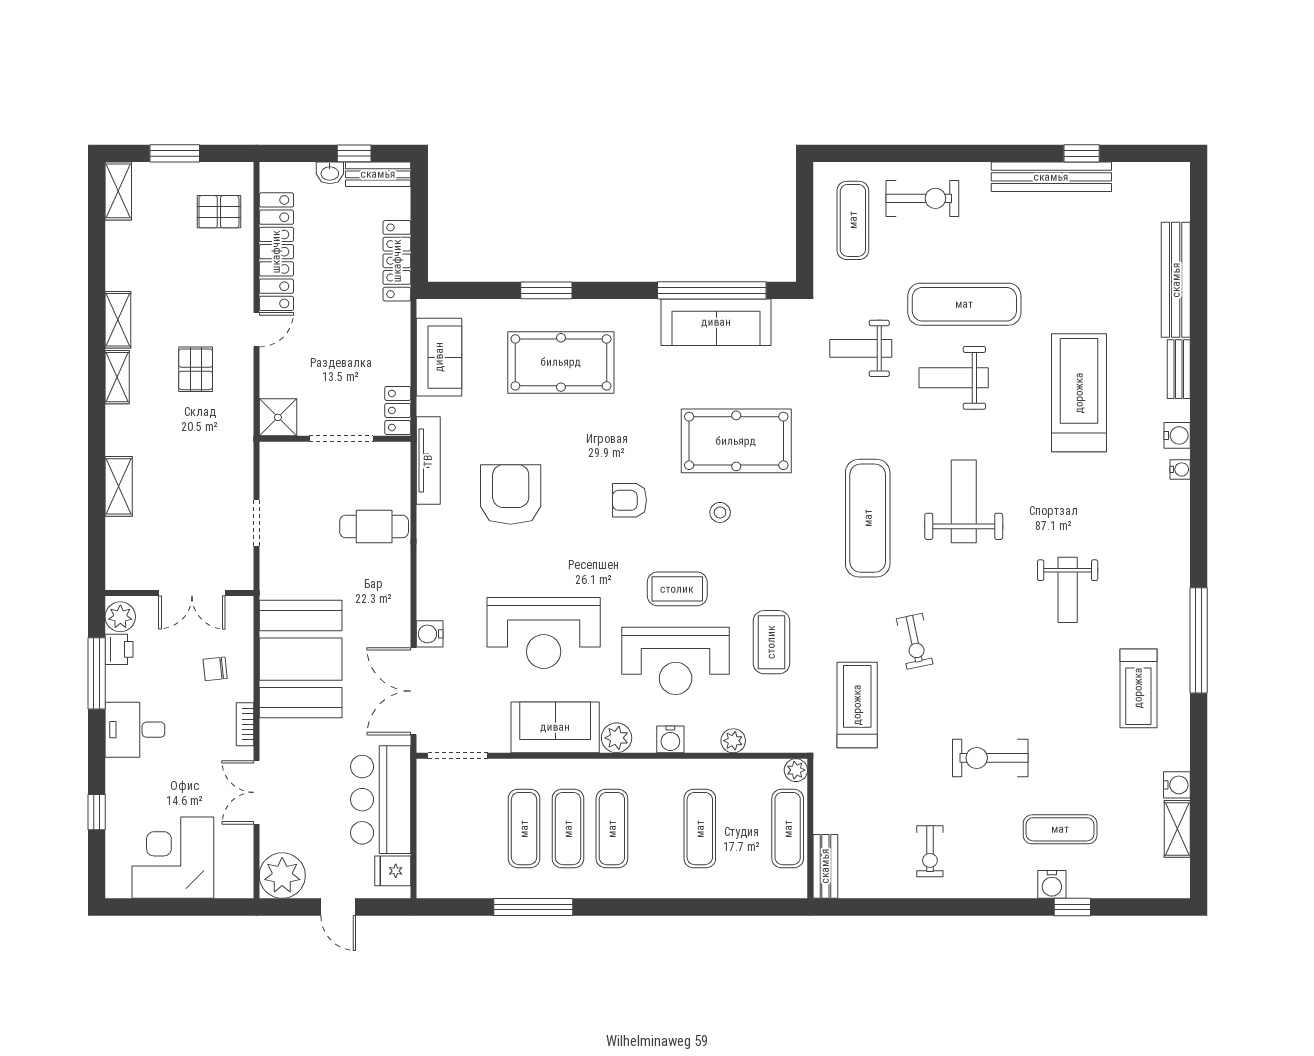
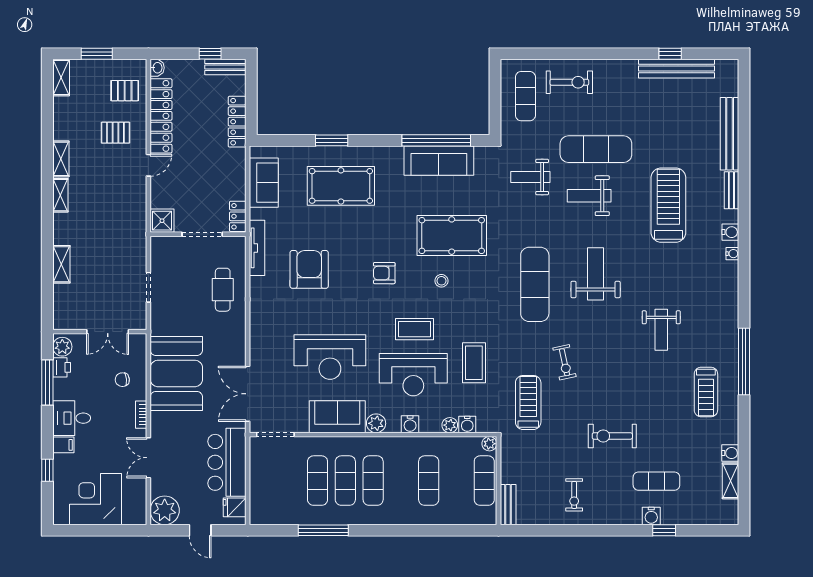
washbasin: (330, 173) -> (157, 68), moved, turned -90
bench: (1051, 177) -> (676, 69), moved
pallet: (196, 369) -> (115, 133), moved, turned 90
cafe table: (374, 527) -> (223, 290), turned 90
water cooler: (430, 634) -> (467, 424), moved, turned -90
filing cabinet: (122, 772) -> (63, 445), added

